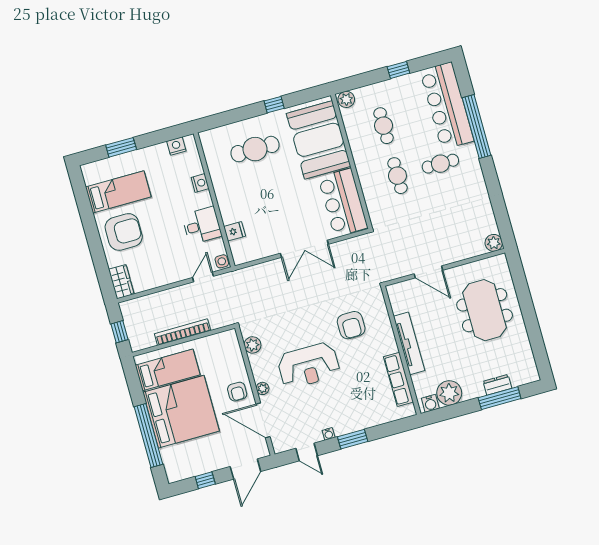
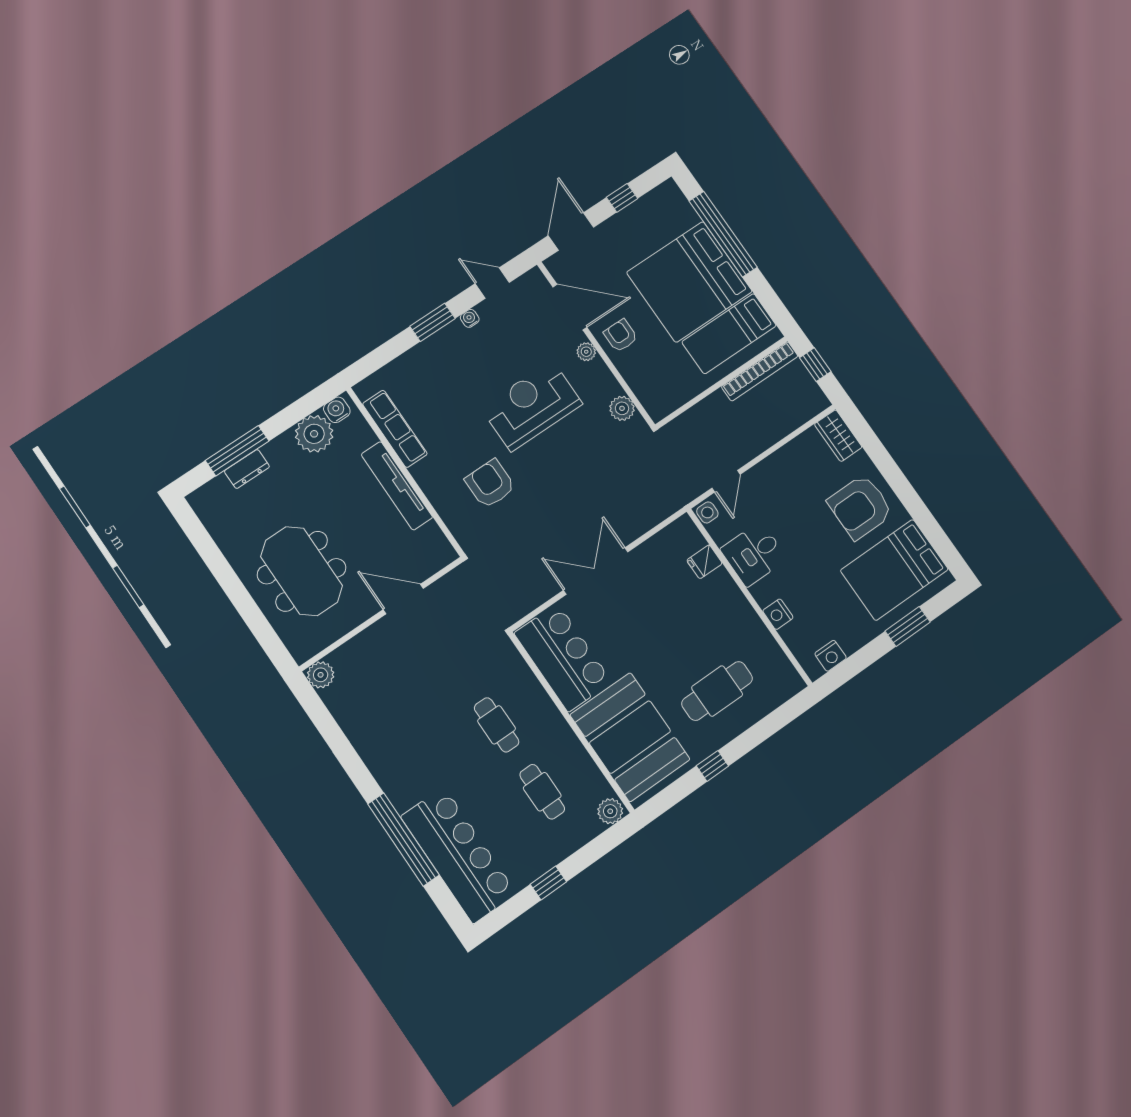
cafe table: (440, 164) -> (439, 765), removed
bed: (118, 192) -> (894, 570), width x1.50
bookcase: (183, 332) -> (760, 371), moved

